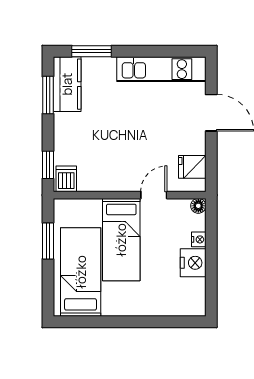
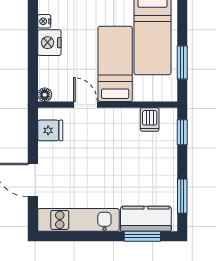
kitchen counter: (67, 84) -> (146, 219), moved, turned 90
dishwasher: (66, 179) -> (150, 119), moved
door: (154, 195) -> (85, 105), swing flipped
nightstand: (199, 239) -> (44, 21), moved

